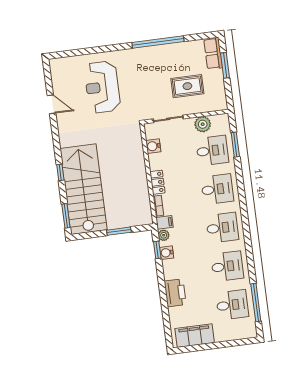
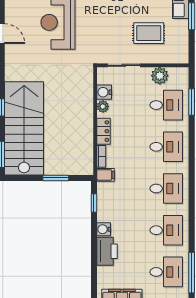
plant: (164, 235) -> (103, 107), moved
water cooler: (167, 253) -> (104, 229), moved

